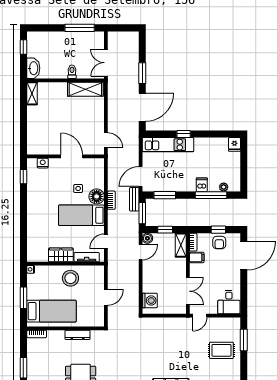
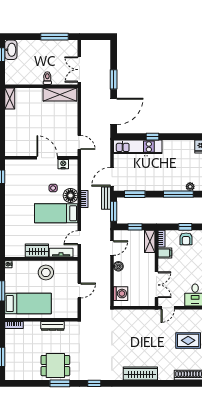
washbasin: (33, 68) -> (11, 50), moved
nightstand: (43, 163) -> (63, 164), moved
dishwasher: (202, 185) -> (170, 184), removed
boiler: (147, 238) -> (118, 266), moved

